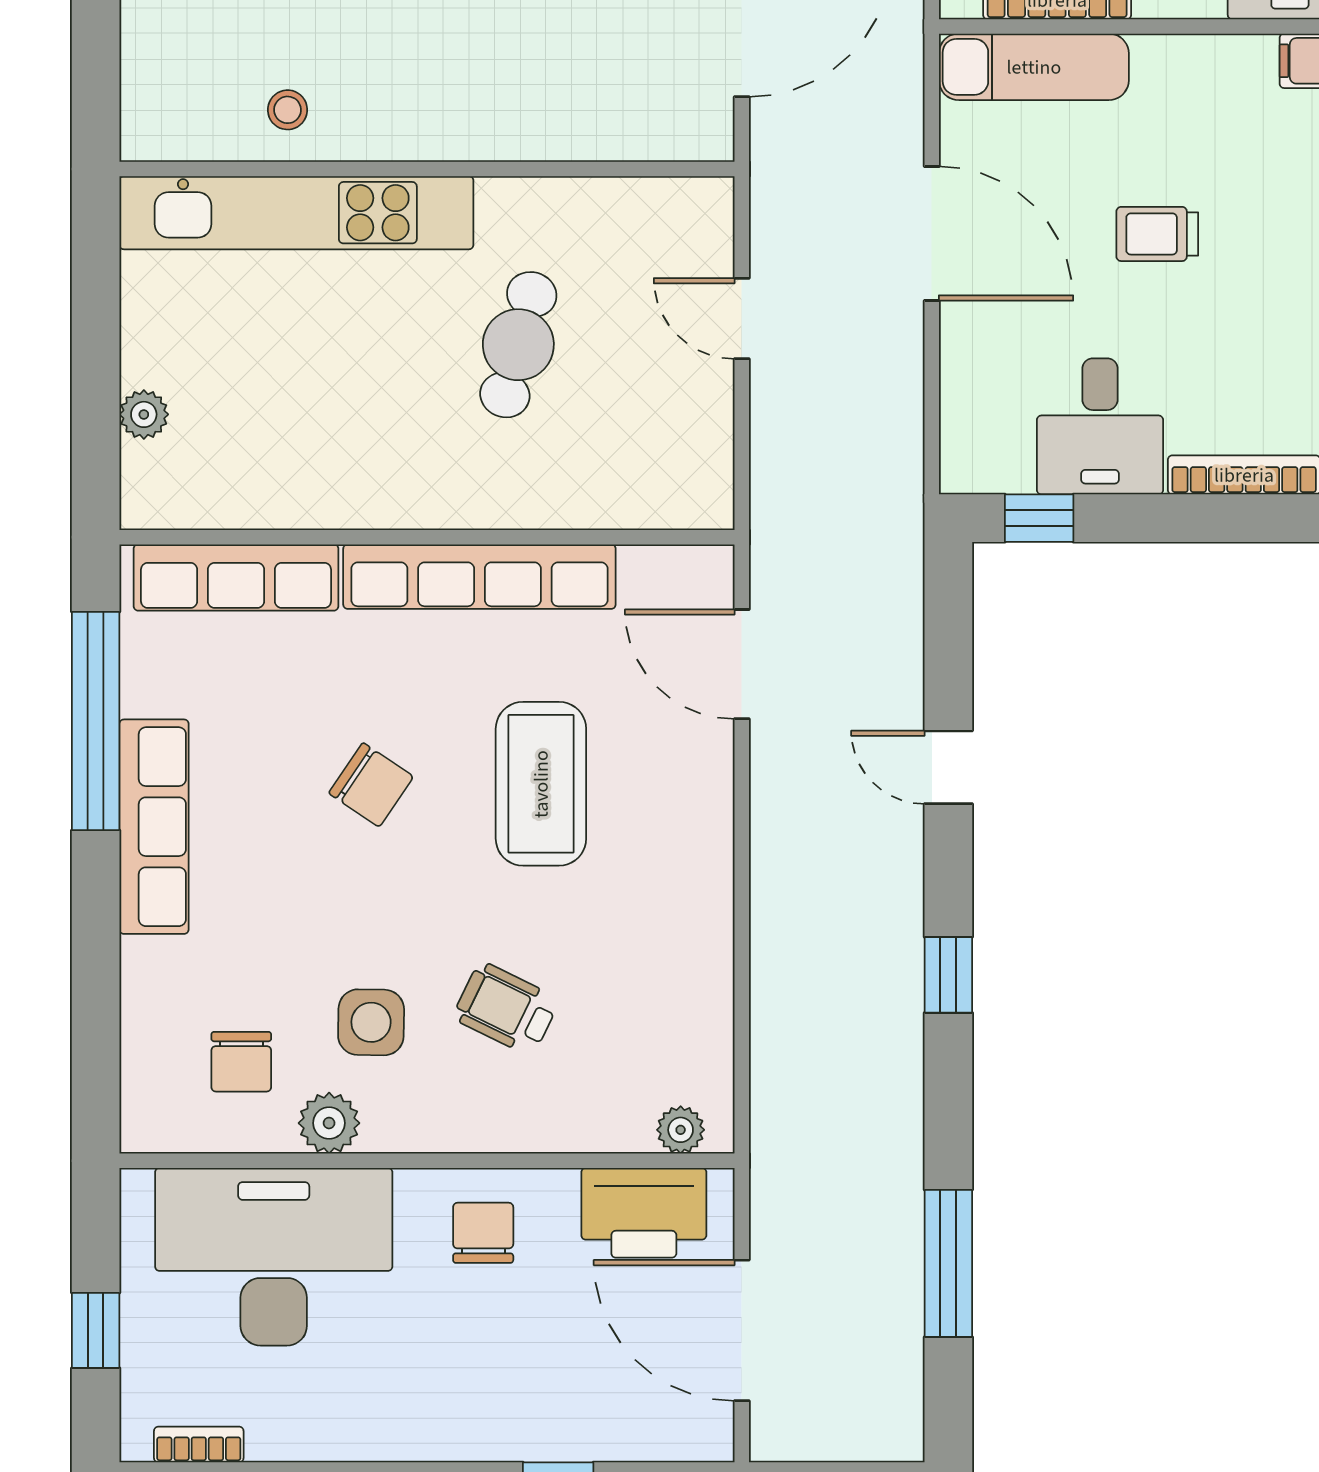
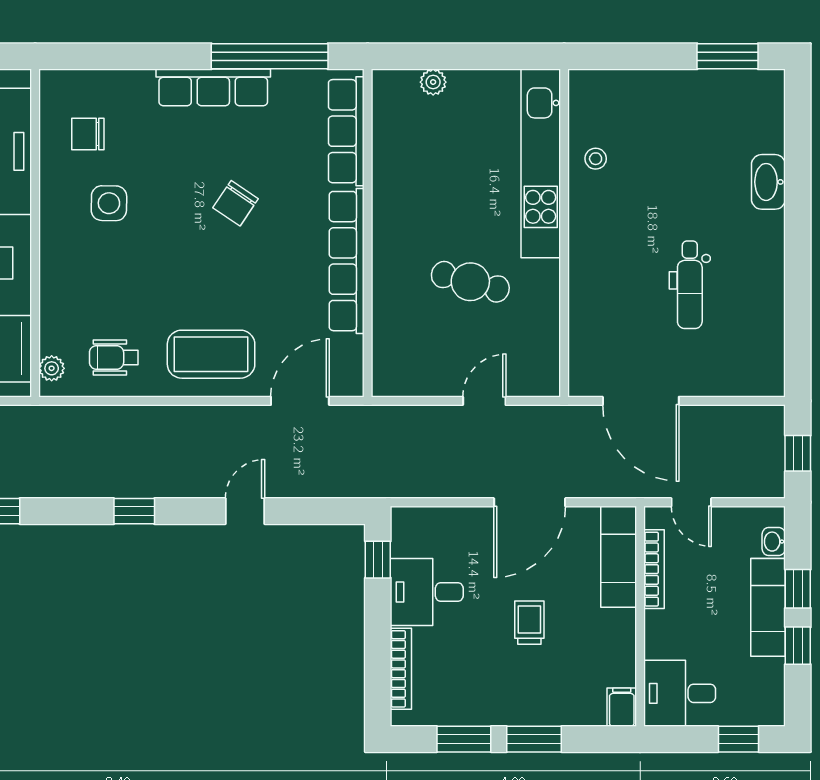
coffee table: (541, 784) -> (211, 354), moved
wheelchair: (506, 1009) -> (114, 357), moved, turned -116
plant: (329, 1123) -> (55, 181), removed

